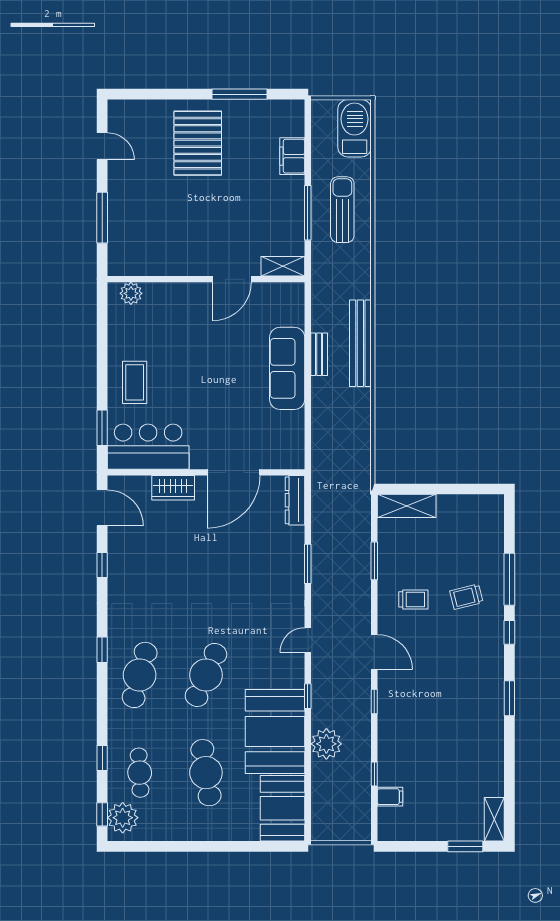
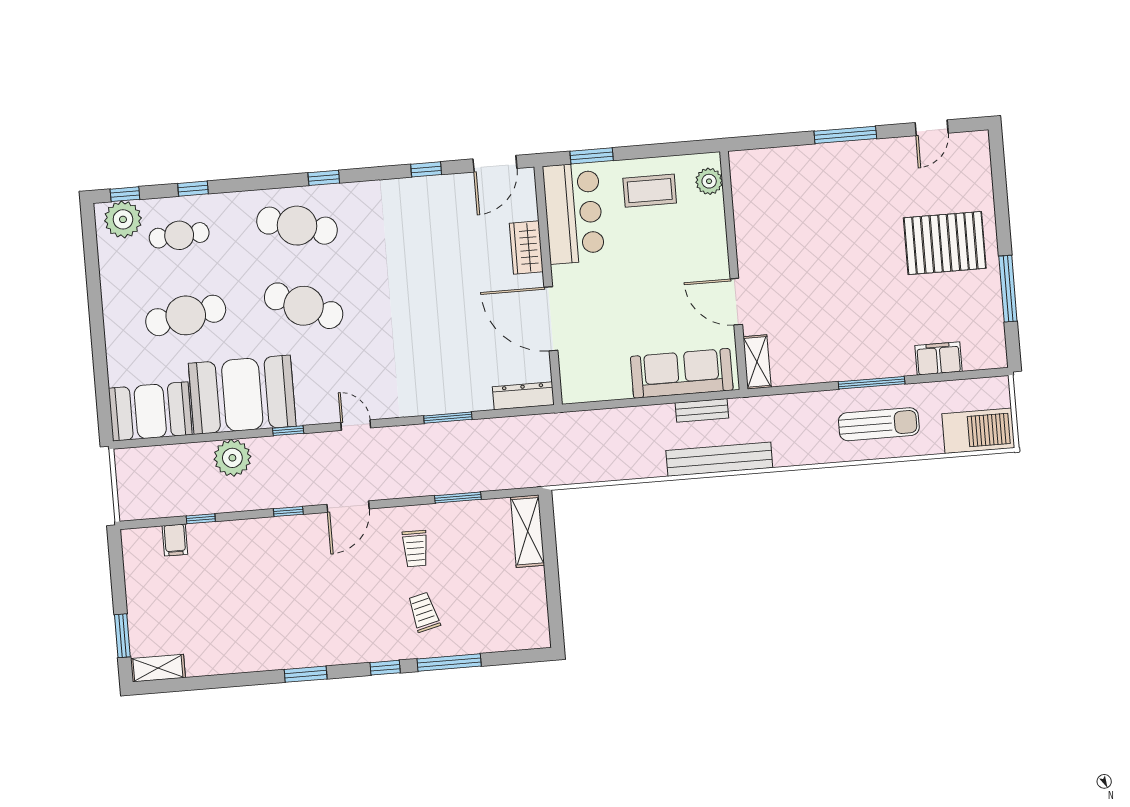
shelving: (283, 266) -> (757, 362), moved
wall: (206, 279) -> (734, 270), moved
door: (232, 279) -> (736, 302), moved
plant: (131, 293) -> (709, 181), moved

